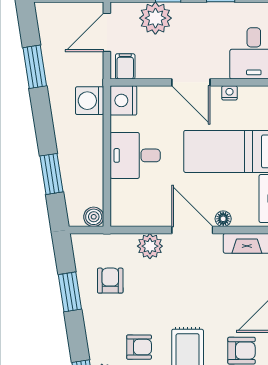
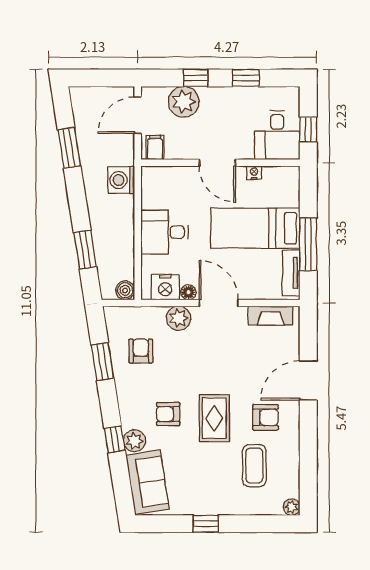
nightstand: (123, 100) -> (165, 287), moved, turned -90
floor lamp: (223, 219) -> (188, 292), moved
armchair: (139, 347) -> (168, 414), turned 180

